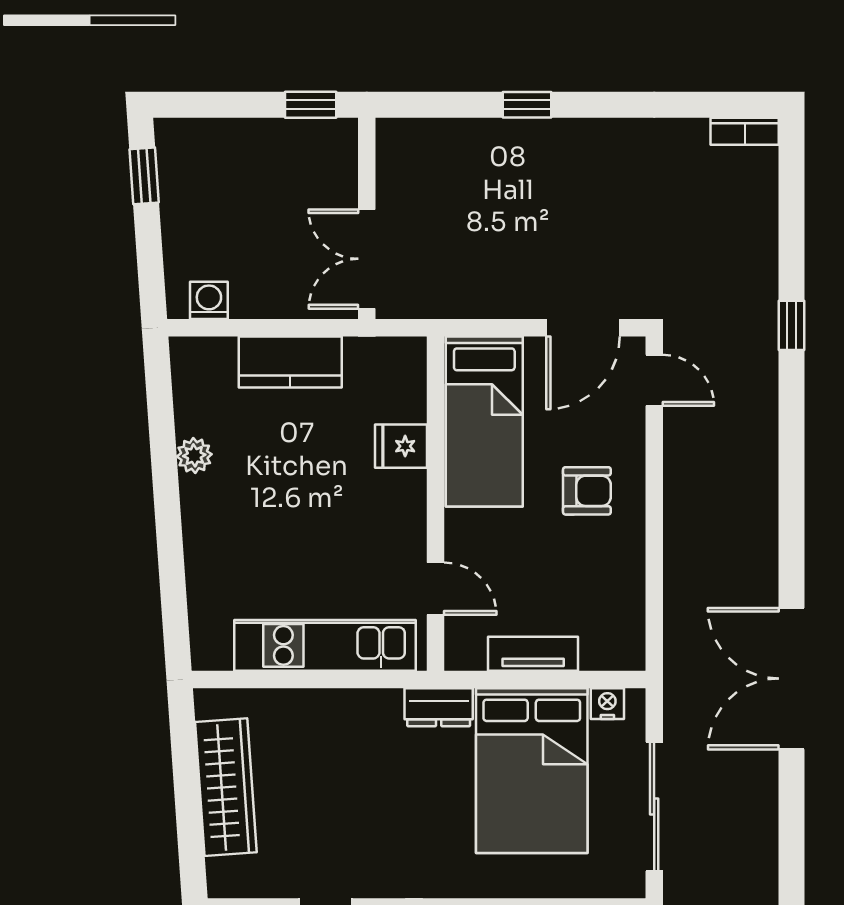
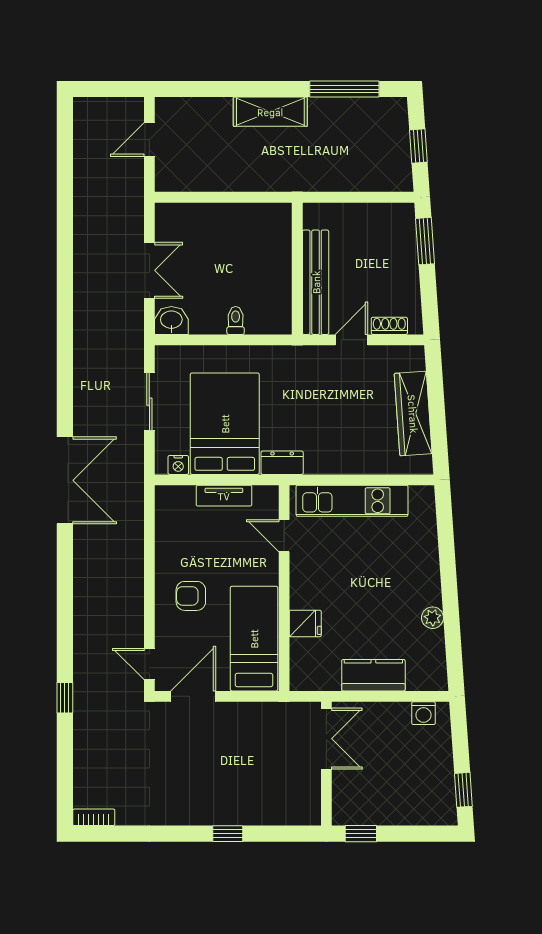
sliding door: (654, 807) -> (149, 402), width x0.73

